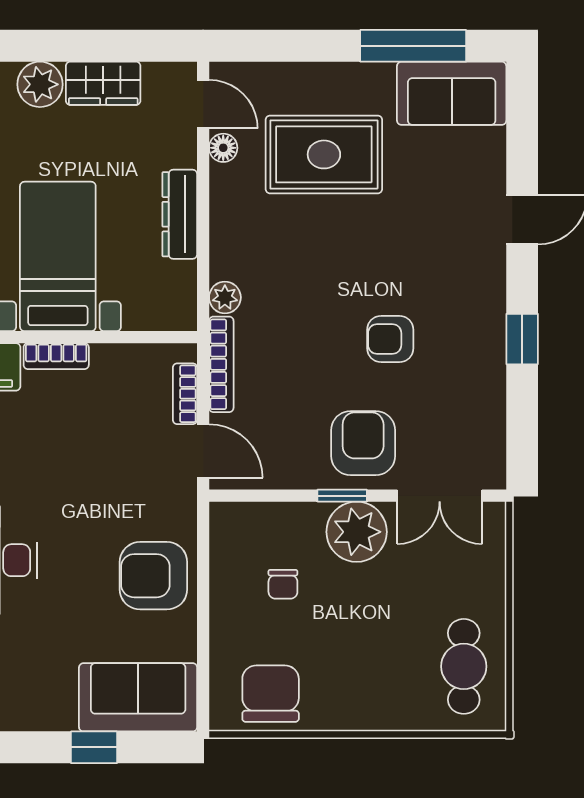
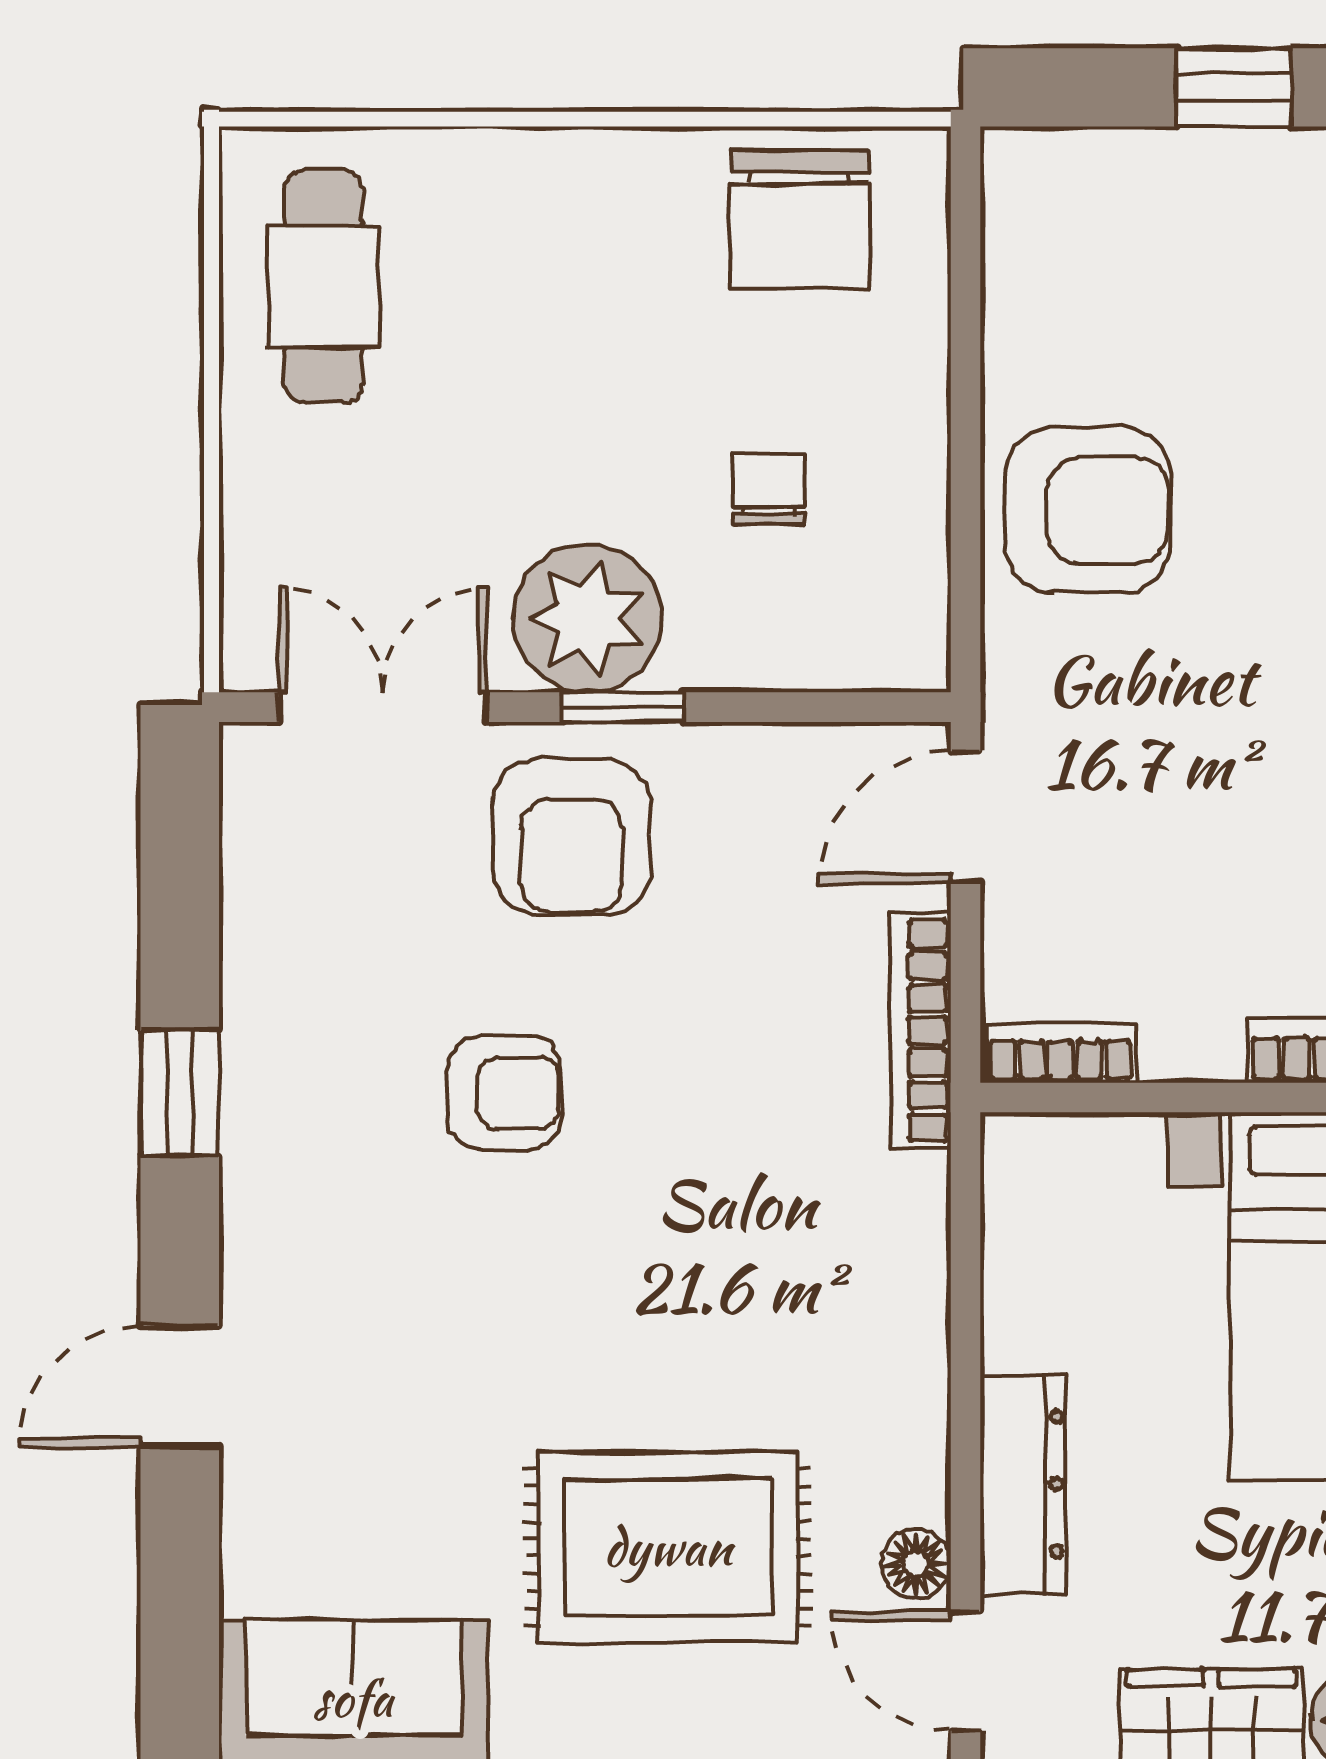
dresser: (180, 214) -> (1023, 1484), moved
plant: (225, 297) -> (912, 1195), removed
bookcase: (185, 394) -> (1061, 1053), moved, turned -90
door: (203, 451) -> (965, 817), hinge flipped
sofa: (138, 697) -> (1126, 211), removed

